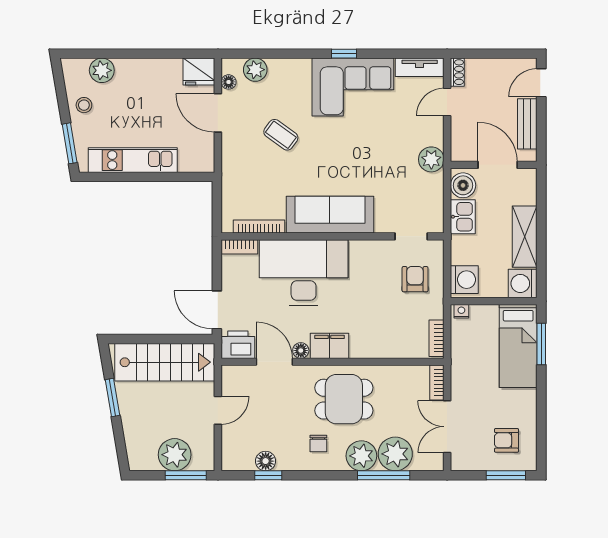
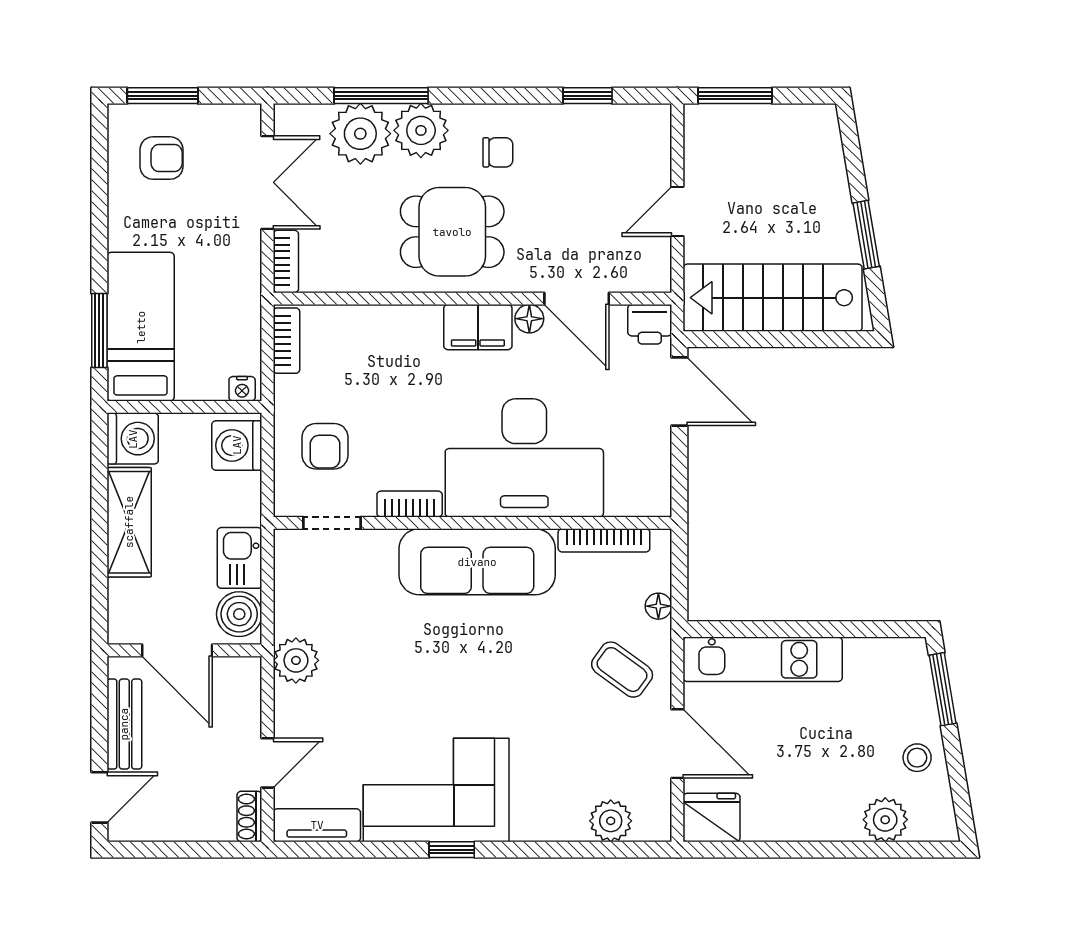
floor lamp: (229, 82) -> (658, 606), moved
coffee table: (281, 135) -> (622, 670), moved
kitchen unit: (133, 160) -> (763, 659), moved
bookcase: (239, 247) -> (410, 504), moved
printer: (238, 345) -> (650, 324), width x0.73, depth x0.81
chair: (318, 444) -> (498, 152), turned 90
plant: (175, 455) -> (755, 132), removed
floor lamp: (266, 461) -> (592, 121), removed

